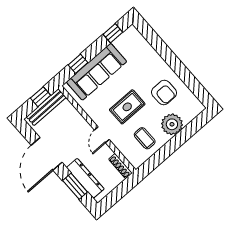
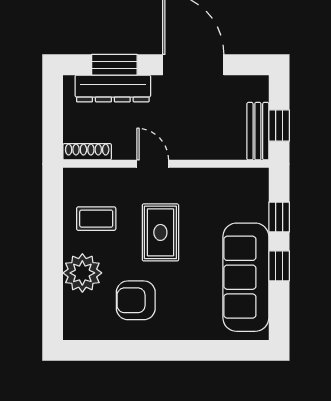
window: (113, 33) -> (279, 266), moved
sofa: (97, 72) -> (246, 277), moved
bench: (46, 107) -> (258, 131), width x0.73

